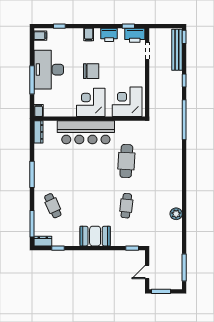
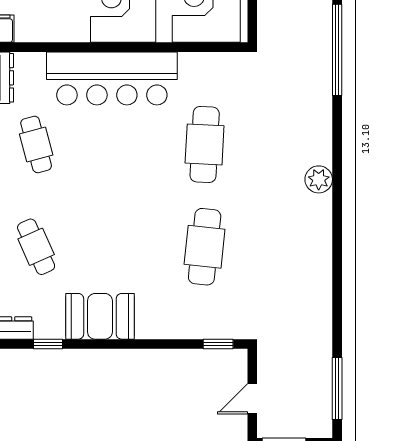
cafe table: (53, 161) -> (36, 144), added
cafe table: (126, 206) -> (205, 247), width x1.37, depth x1.35
plant: (176, 214) -> (319, 179), moved
booth: (95, 236) -> (100, 316), moved

